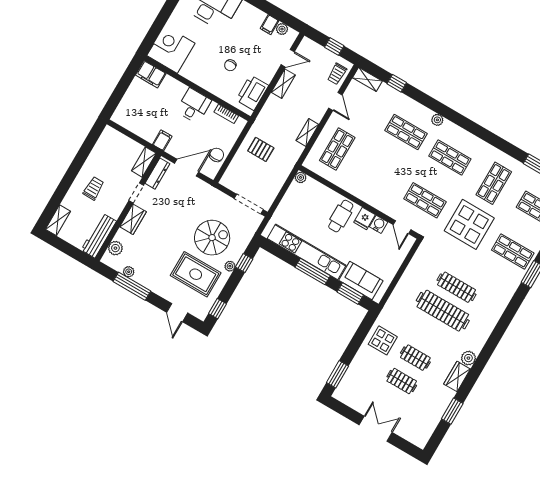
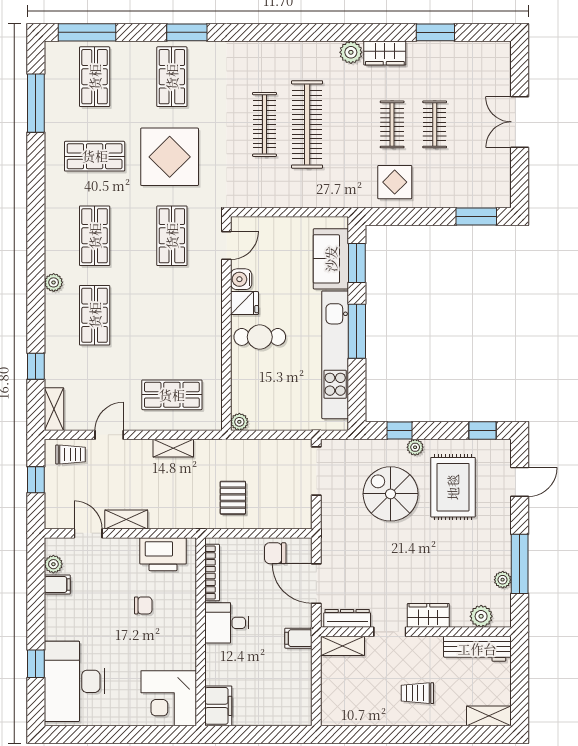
bookcase: (226, 114) -> (212, 573), width x1.56

